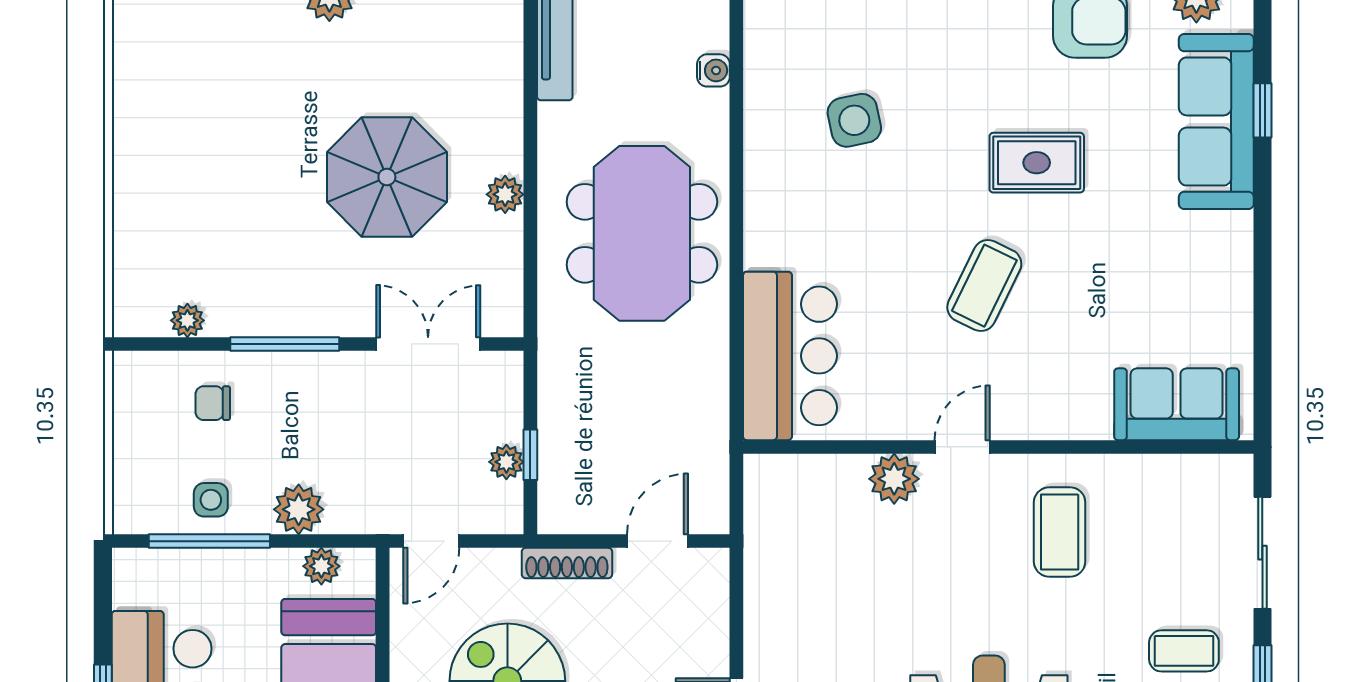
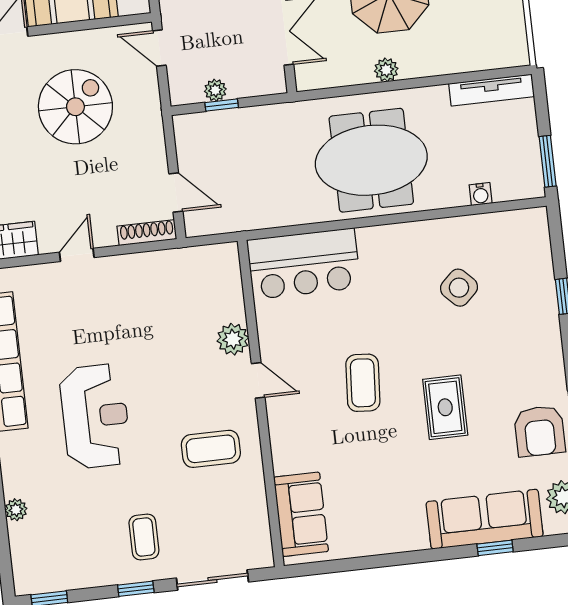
side table: (854, 120) -> (459, 288), turned -32
coffee table: (984, 286) -> (363, 383), turned 68
shoe rack: (567, 563) -> (147, 233), moved, turned 90

